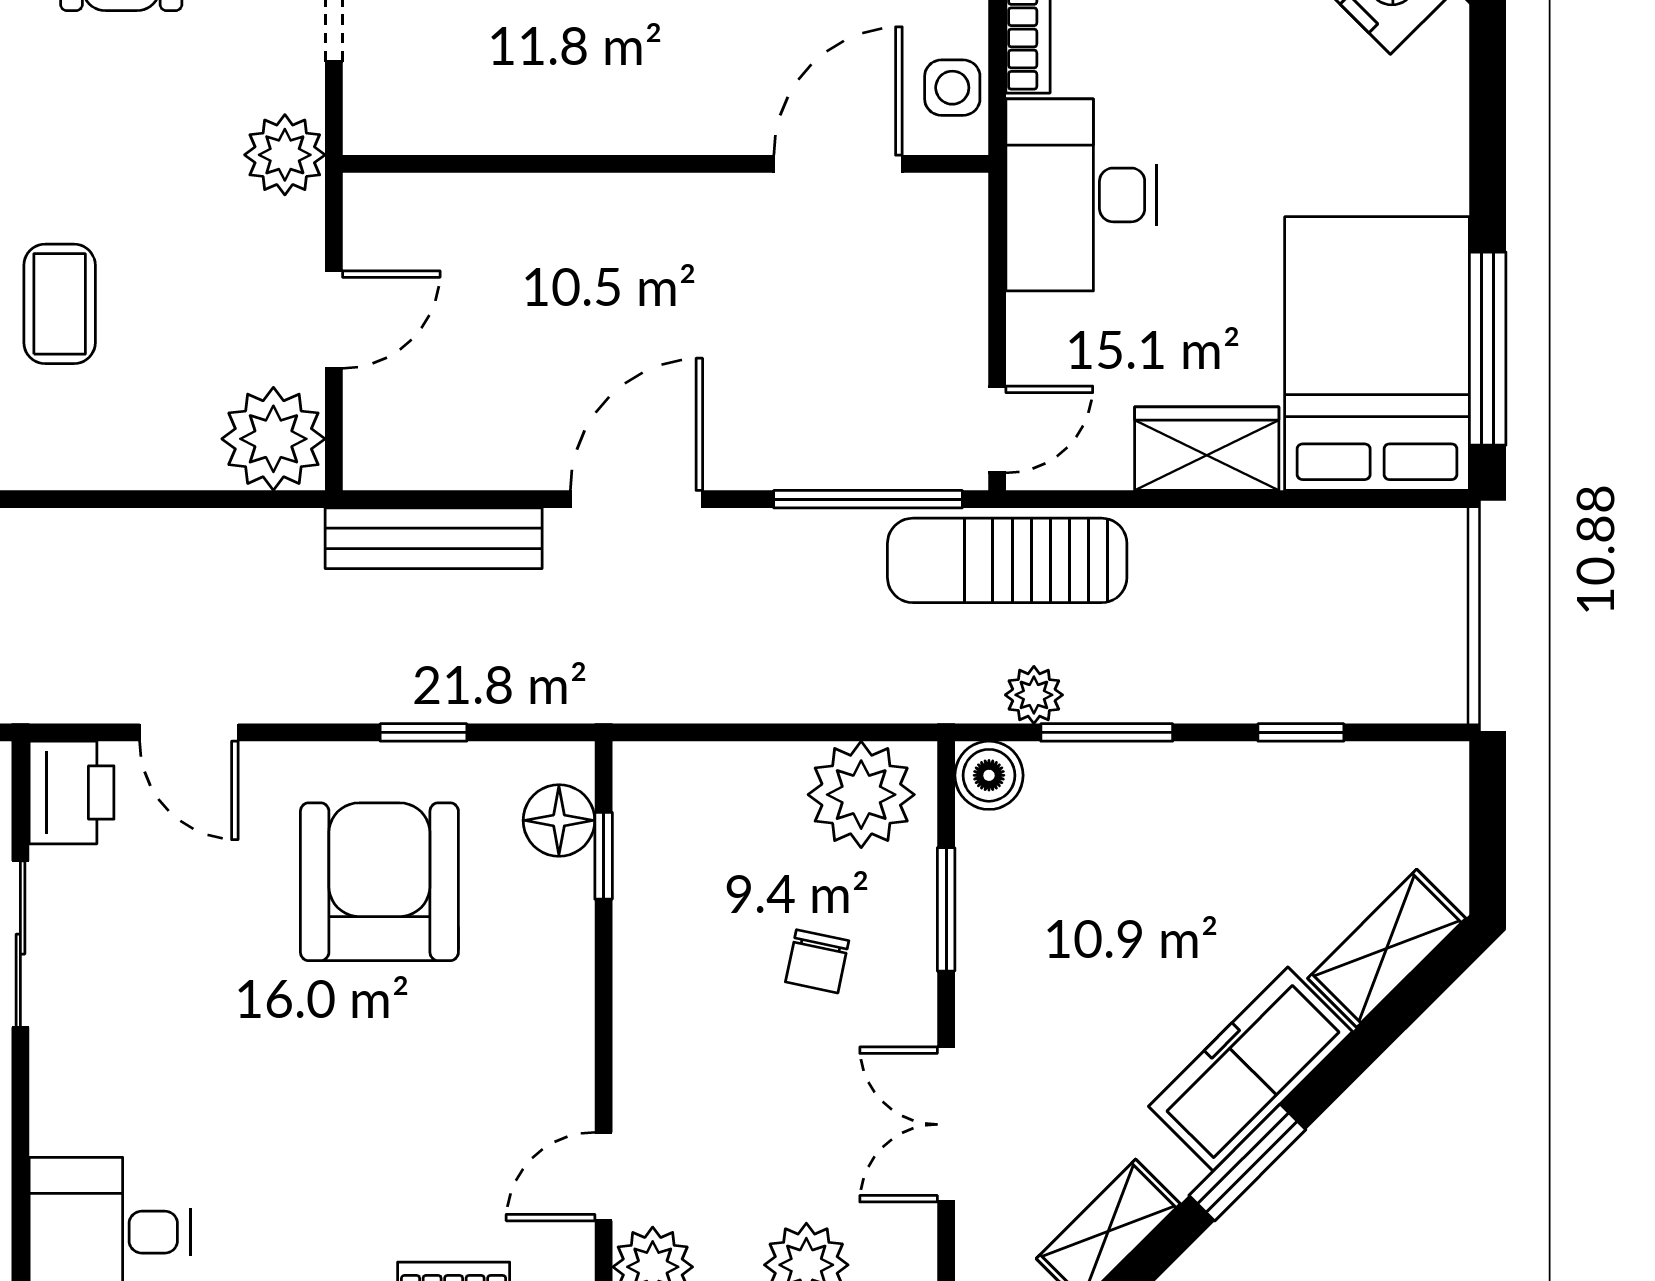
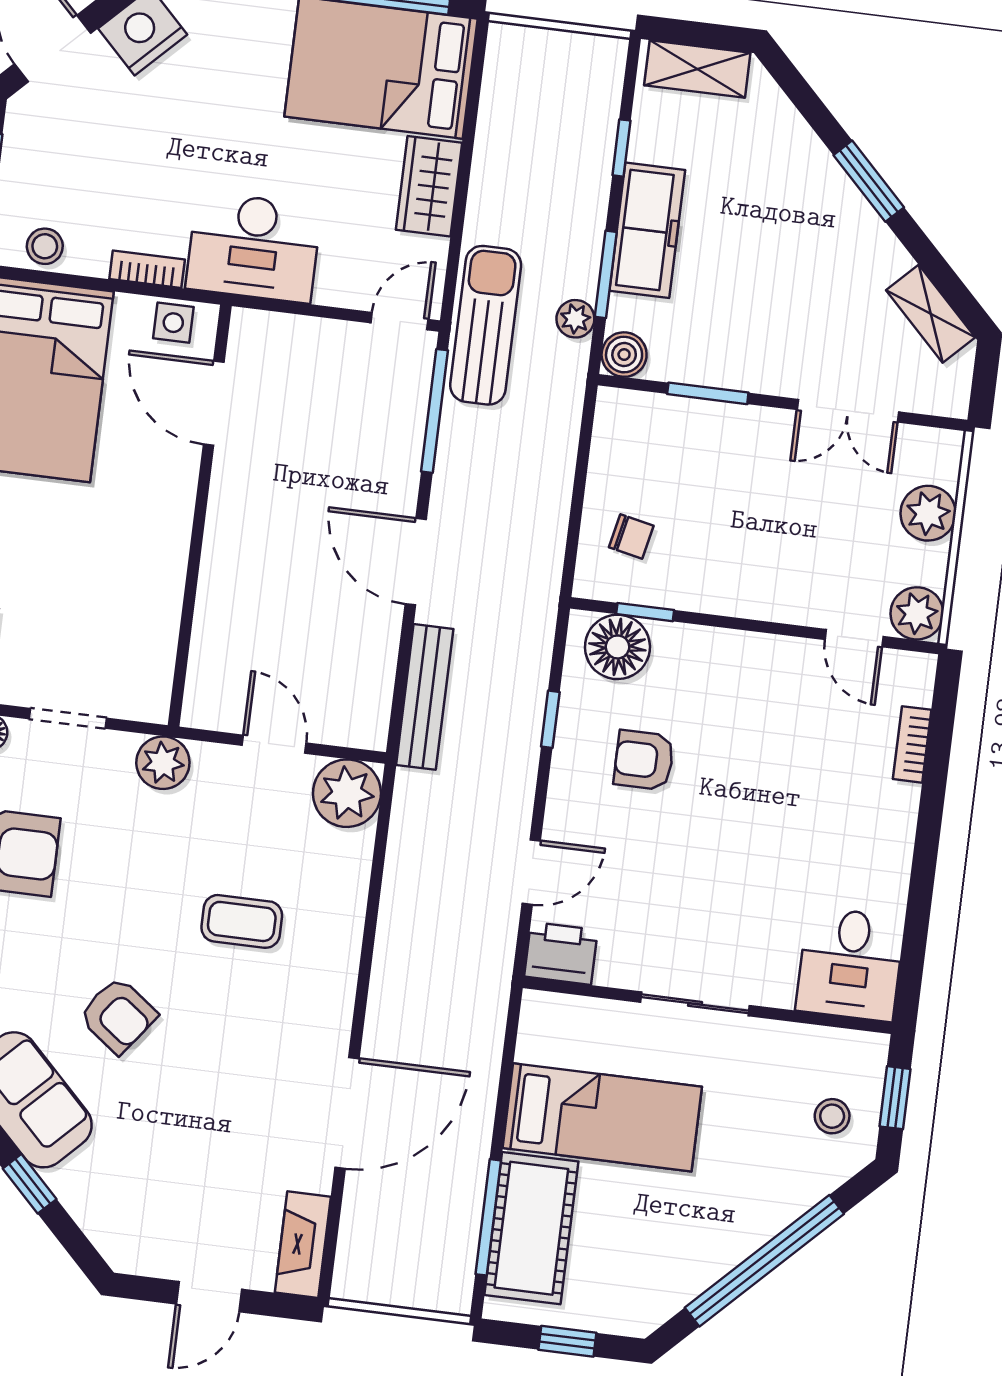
door: (997, 430) -> (400, 321), hinge flipped
sun lounger: (1007, 560) -> (486, 325), turned 180
plant: (861, 795) -> (626, 439), removed
floor lamp: (559, 820) -> (617, 647), width x1.38, depth x1.38
armchair: (379, 882) -> (644, 760), width x0.53, depth x0.53
sliding door: (20, 944) -> (695, 1004), moved
shelving: (1387, 948) -> (697, 69), moved, turned -45
chair: (817, 961) -> (631, 536), moved
freezer: (1250, 1069) -> (647, 230), moved, turned -135
window: (1247, 1162) -> (869, 181), moved

